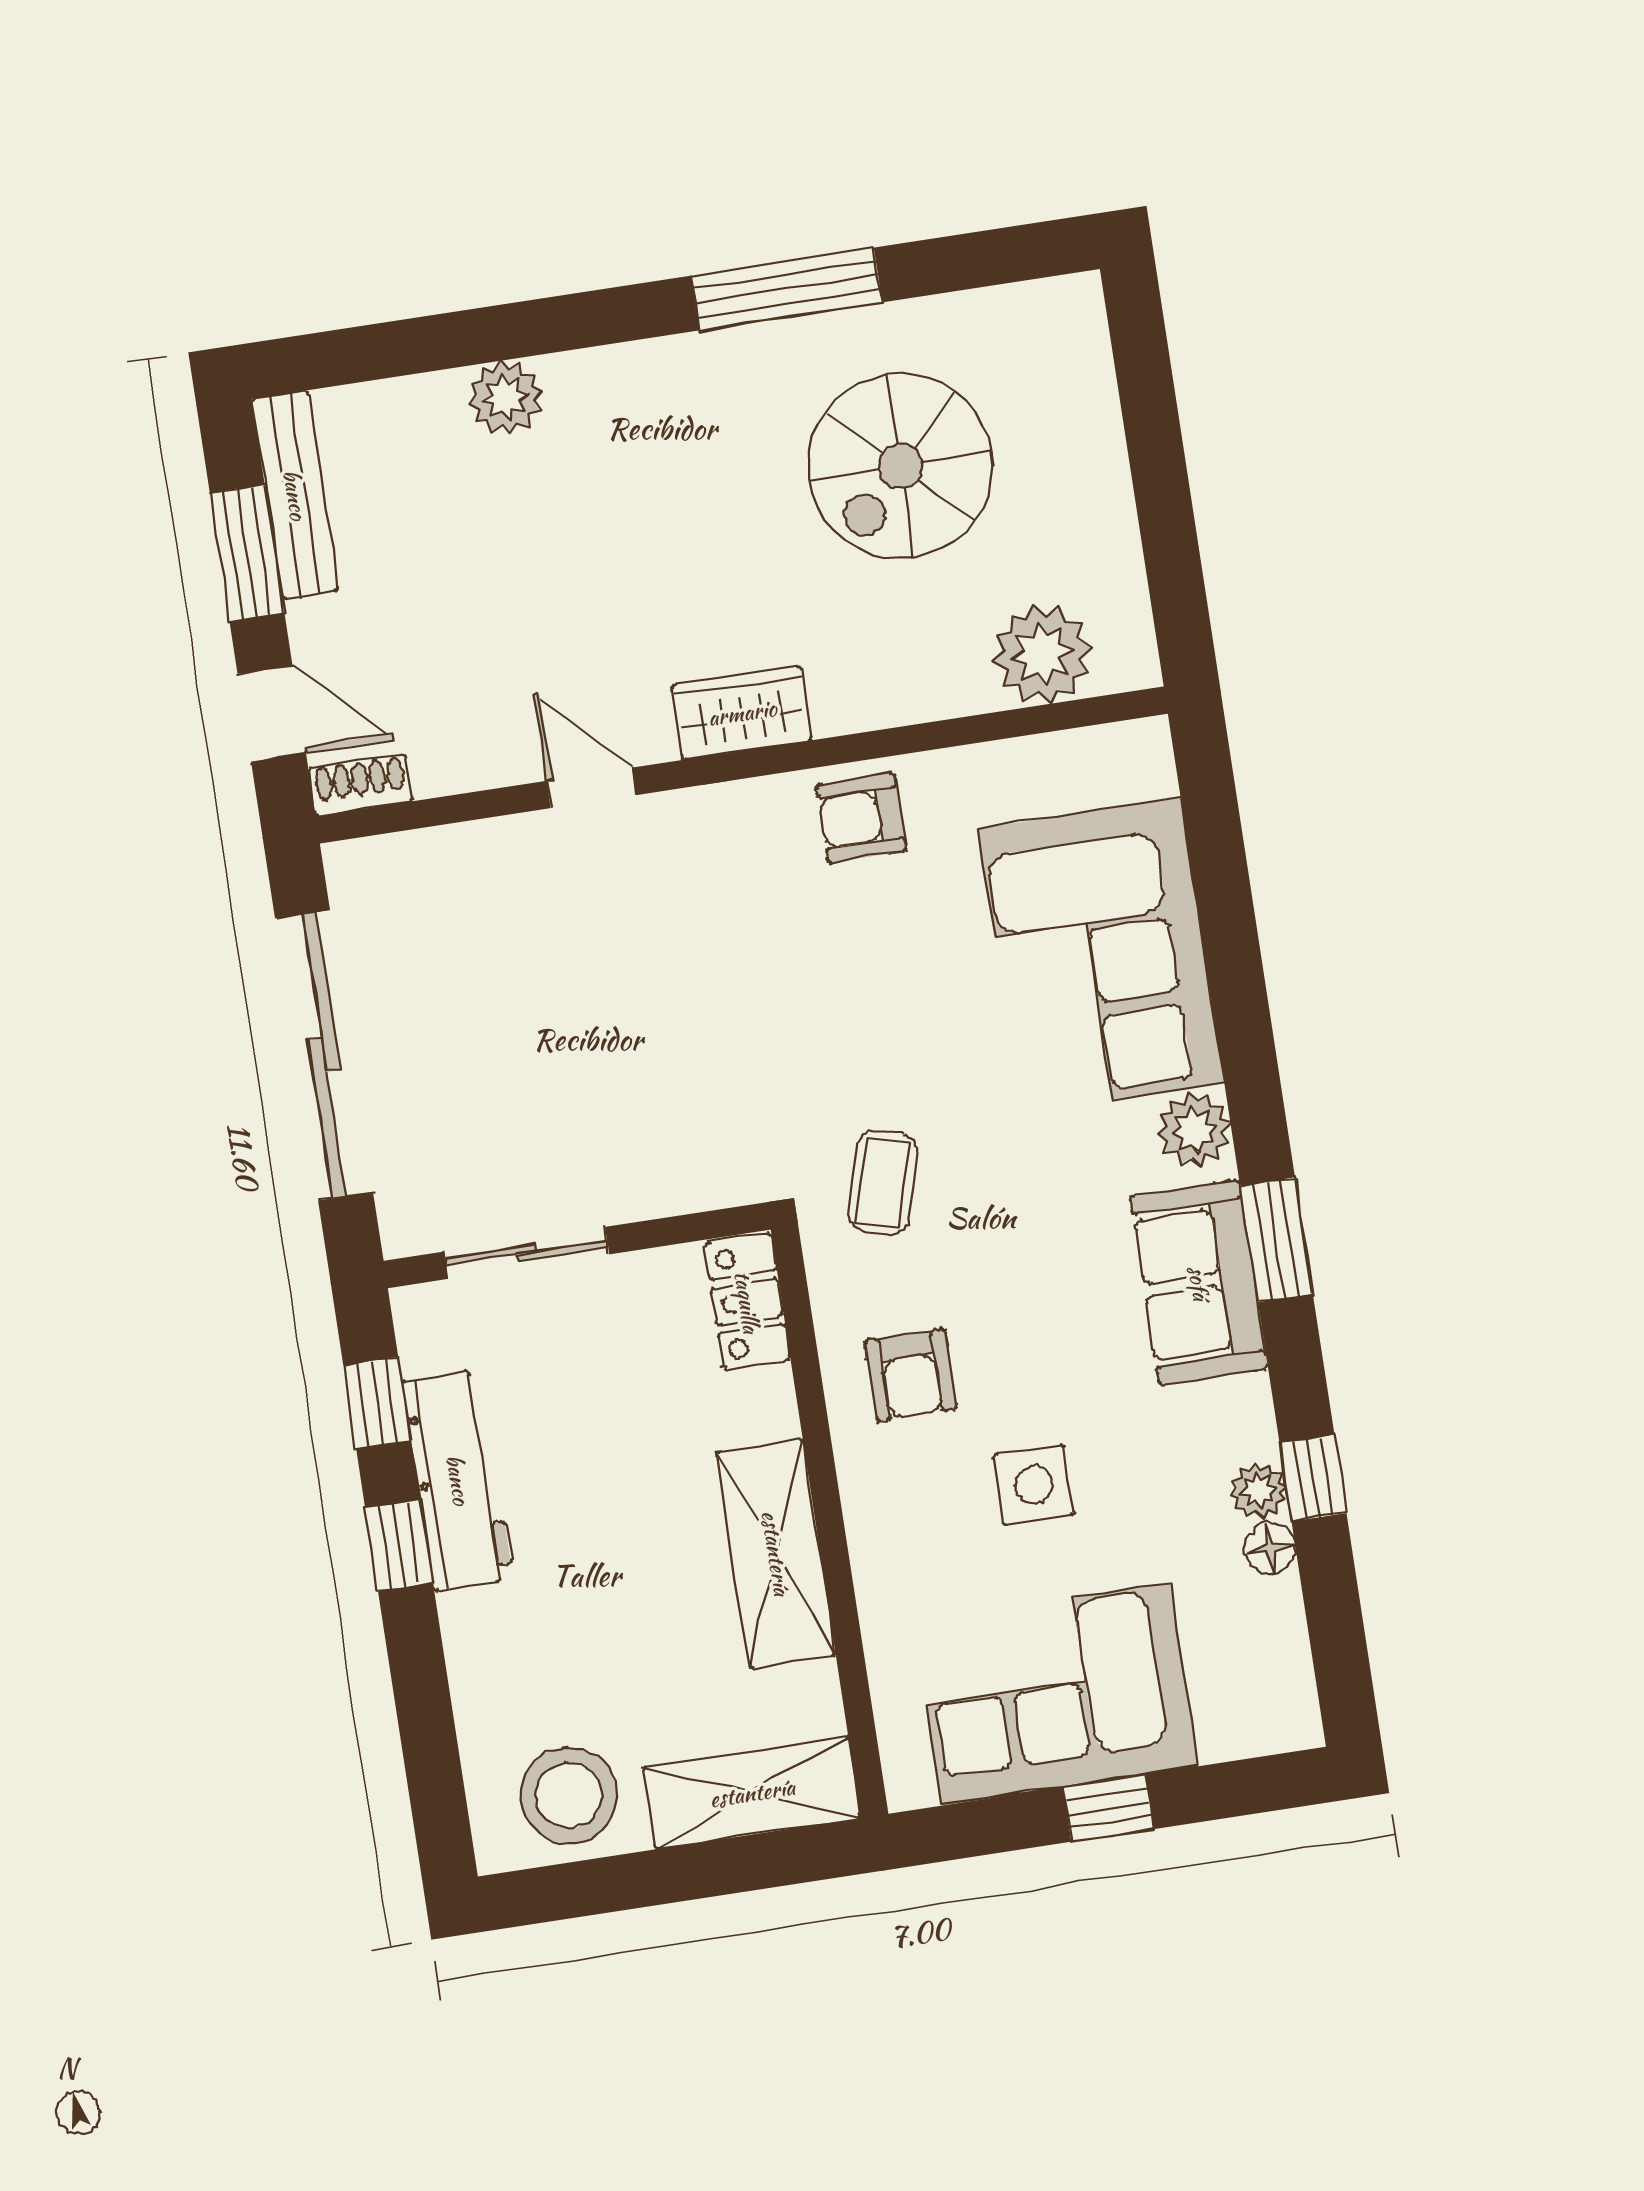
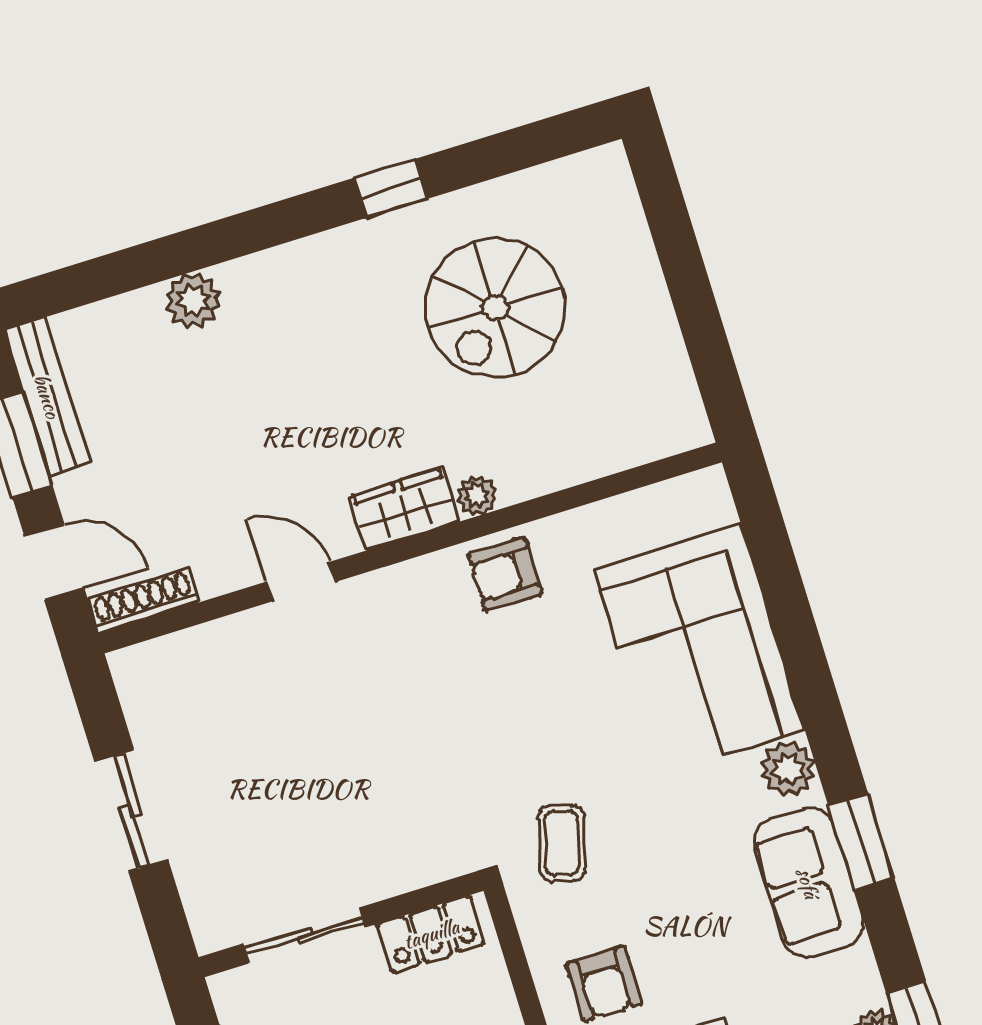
window: (787, 289) -> (391, 188), width x0.46
plant: (1042, 654) -> (477, 495), moved, width x0.53, depth x0.53
shoe rack: (360, 785) -> (144, 601), width x1.43
sliding door: (324, 1055) -> (131, 811), width x0.54
locker: (747, 1302) -> (431, 934), moved, turned -90

